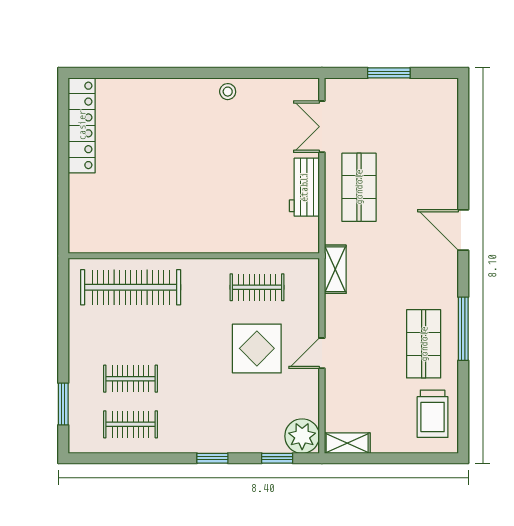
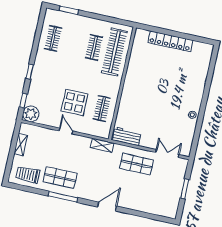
locker: (82, 125) -> (170, 41), moved
workbench: (304, 187) -> (127, 136), moved
clothes rail: (131, 379) -> (94, 47), moved
shelving: (347, 443) -> (21, 145), moved

